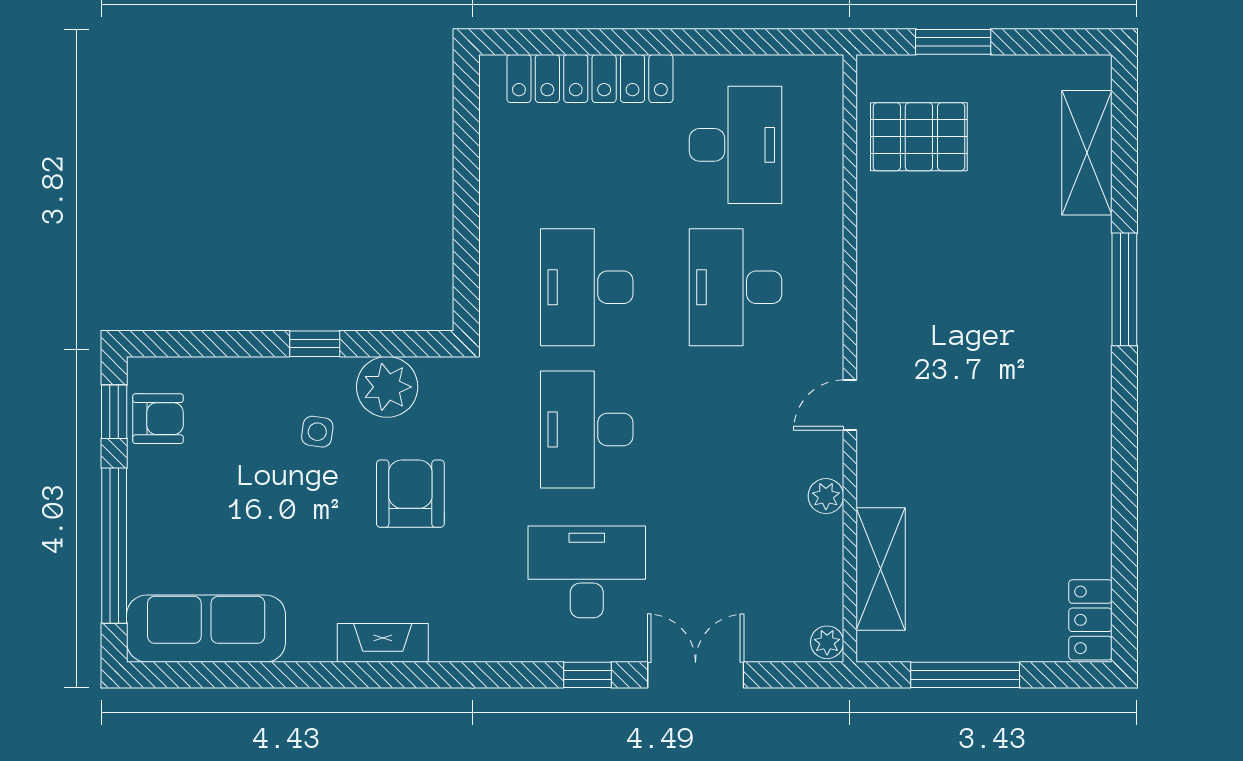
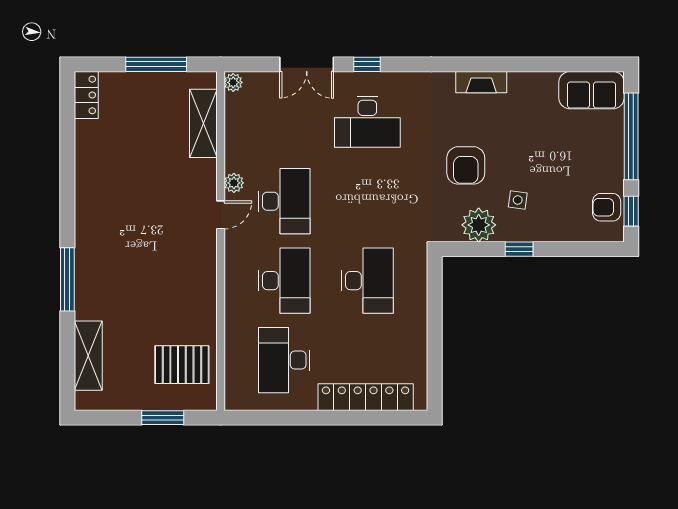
desk: (587, 430) -> (284, 201), moved
plant: (826, 496) -> (234, 183), moved
sofa: (206, 629) -> (591, 90), width x0.73

